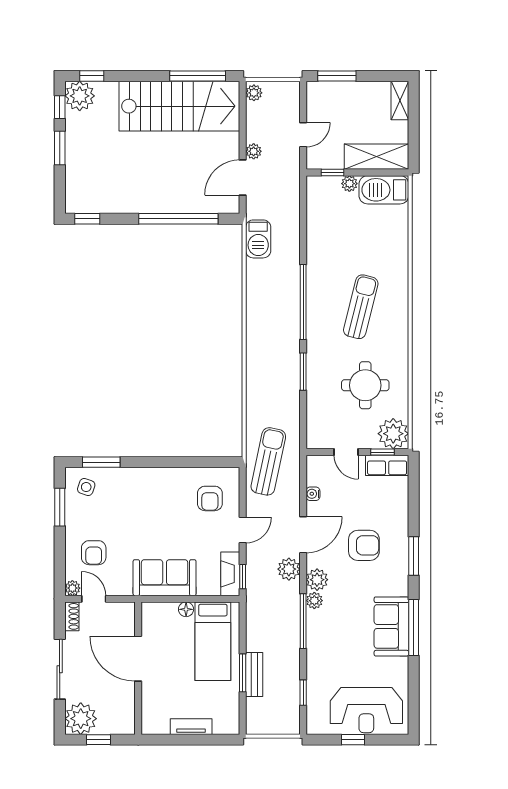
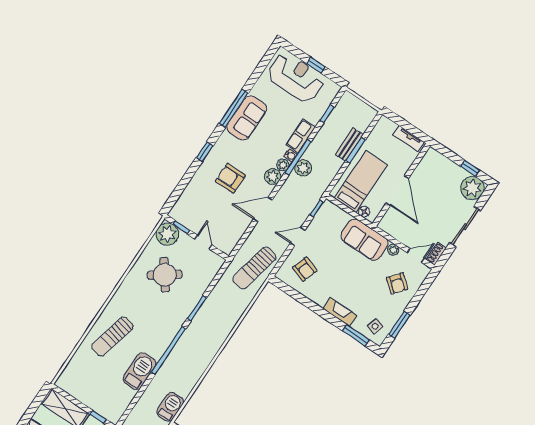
plant: (349, 184) -> (92, 403), removed
barbecue: (384, 190) -> (140, 371), moved, turned -90
sun lounger: (361, 307) -> (112, 336), moved
round table: (365, 385) -> (165, 275), turned -36
row of seats: (387, 465) -> (301, 136), moved, turned -90
water cooler: (313, 494) -> (291, 155), moved
armchair: (210, 498) -> (305, 269), turned 109
armchair: (94, 553) -> (397, 283), turned 130
window: (414, 556) -> (205, 152), width x0.67
plant: (289, 569) -> (303, 168), moved
fireplace: (230, 574) -> (340, 312), moved, turned -90
plant: (72, 588) -> (393, 250), moved
door: (94, 599) -> (416, 255), swing flipped
door: (138, 659) -> (397, 191), moved
wall: (138, 668) -> (401, 185), moved

